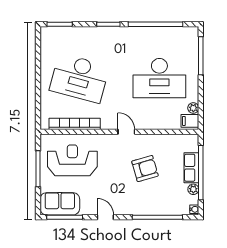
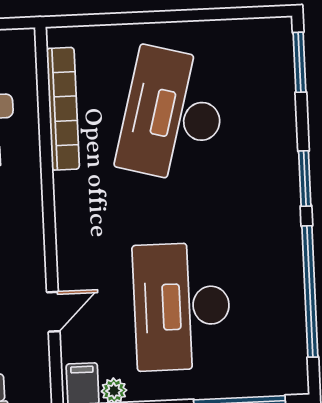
door: (126, 132) -> (53, 312), moved

